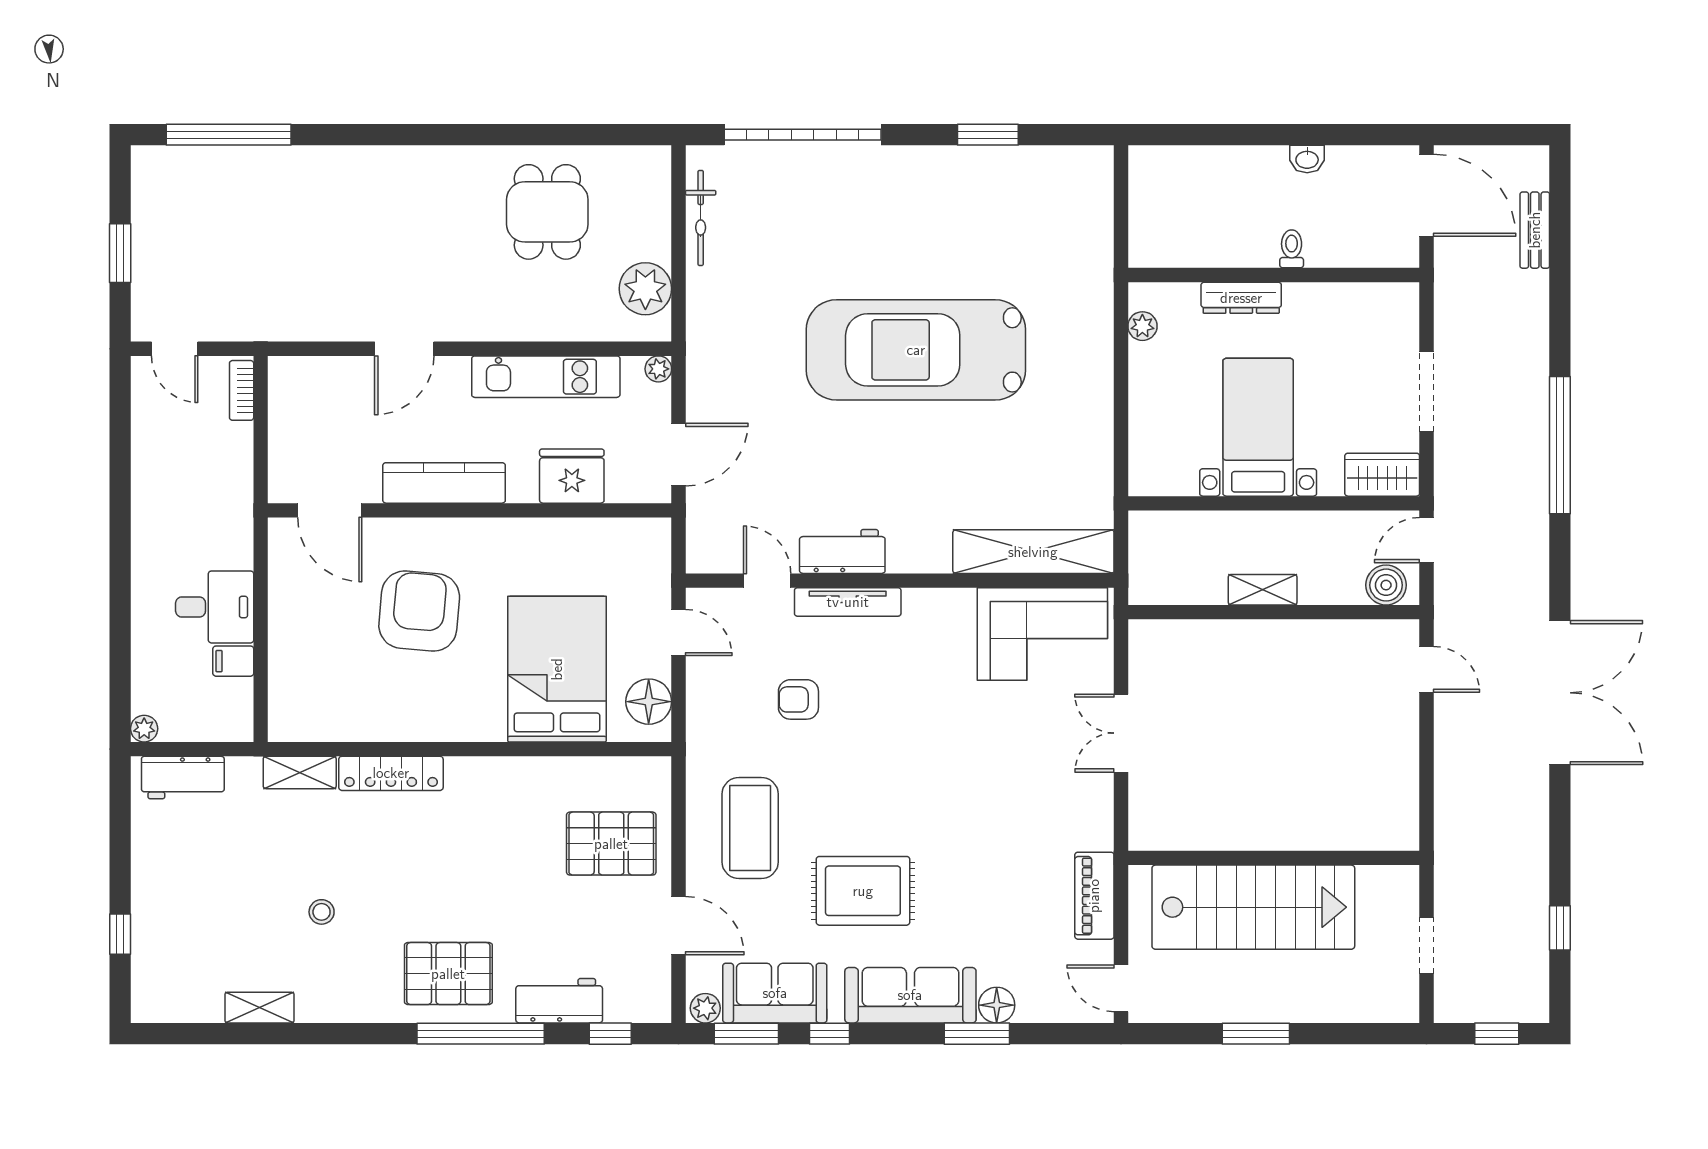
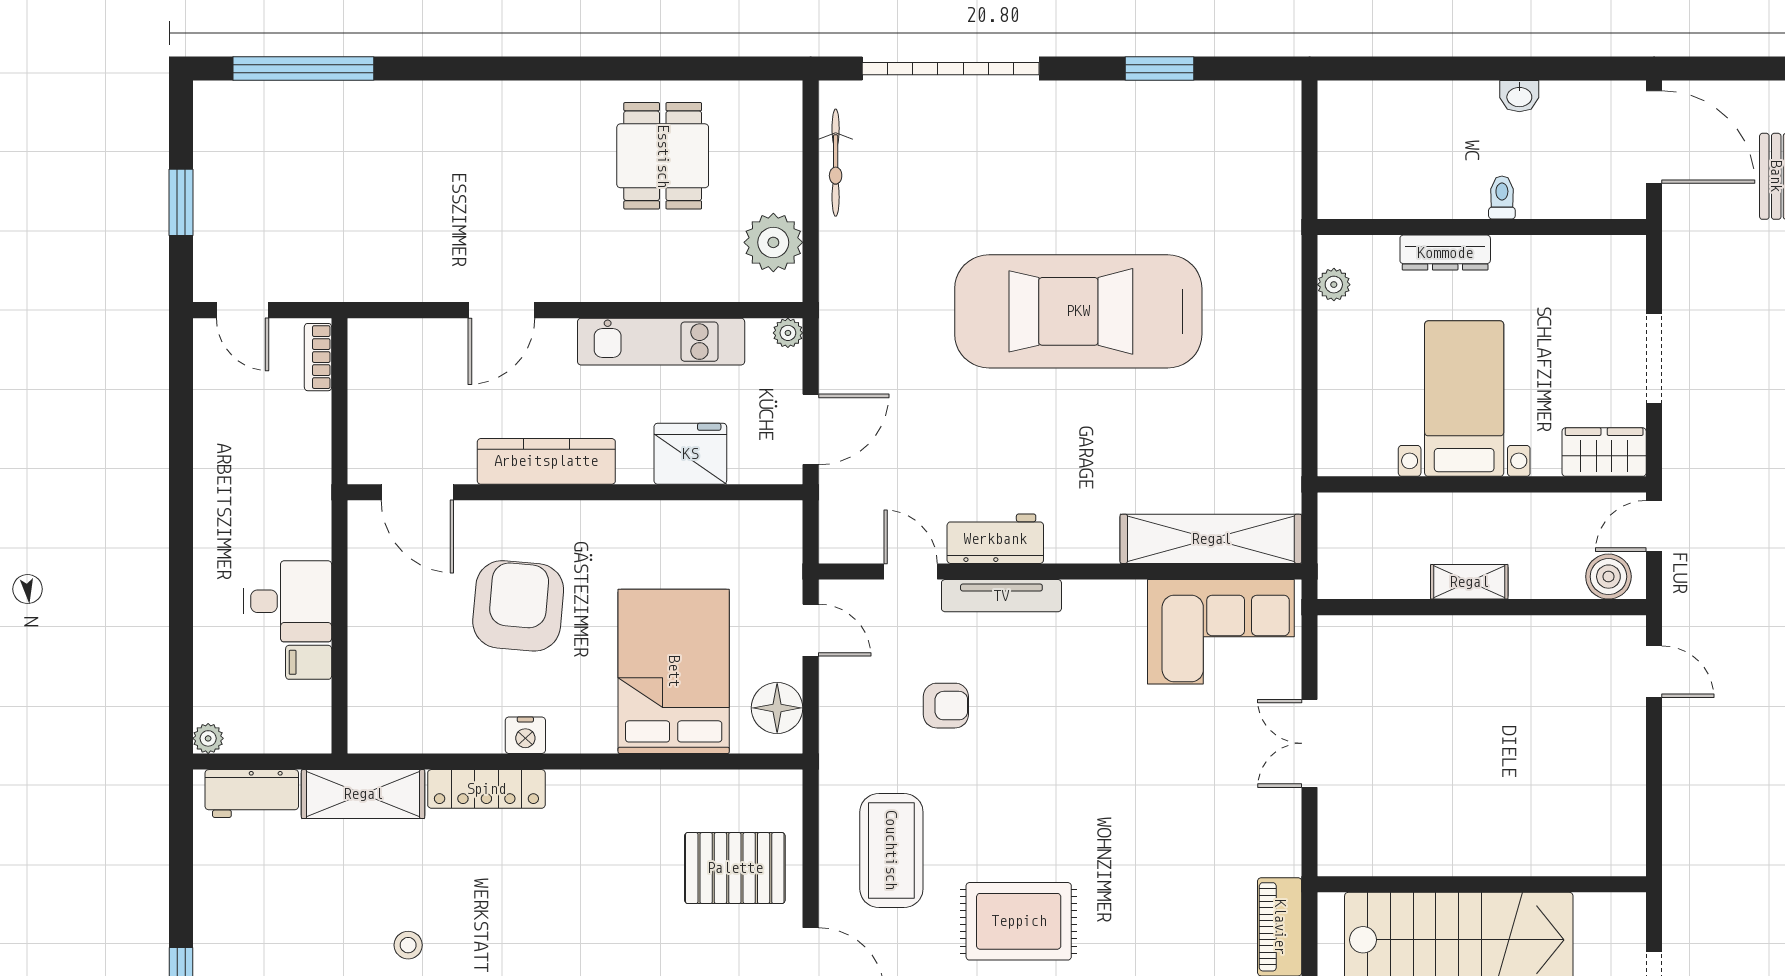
armchair: (798, 699) -> (946, 706), turned 180
nightstand: (425, 726) -> (525, 735), added
shelving: (300, 773) -> (363, 794), width x1.50, depth x1.33

